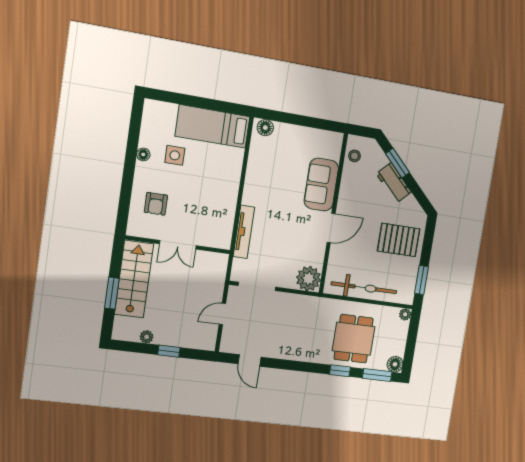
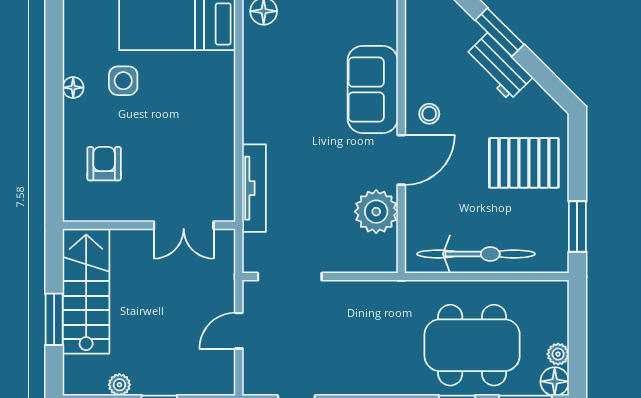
stool: (354, 156) -> (429, 114), moved
armchair: (156, 204) -> (104, 164), turned 180
double door: (178, 245) -> (184, 225), moved
plant: (309, 279) -> (376, 212), moved
plant: (405, 314) -> (558, 354), moved
dining table: (354, 339) -> (472, 345), width x1.38

